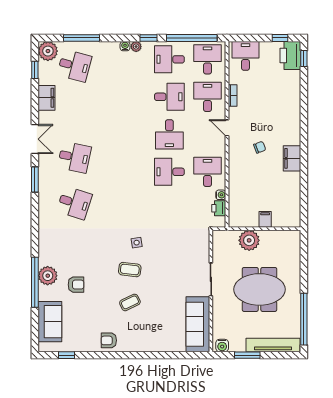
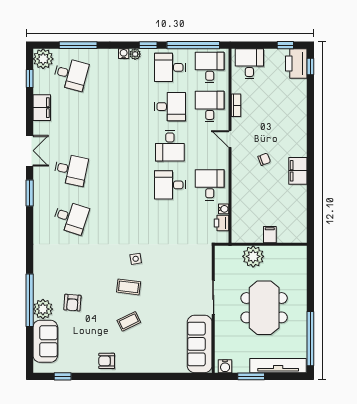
plant: (48, 276) -> (43, 309), moved
armchair: (76, 285) -> (72, 303), turned 94
meeting table: (260, 289) -> (264, 308), turned 90

